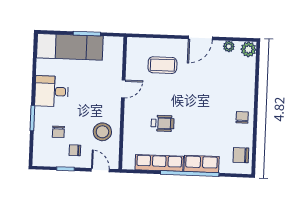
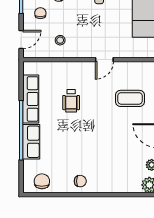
coffee table: (162, 65) -> (130, 98), turned 90
door: (123, 89) -> (104, 60), hinge flipped
stool: (102, 132) -> (60, 40), width x0.53, depth x0.53

